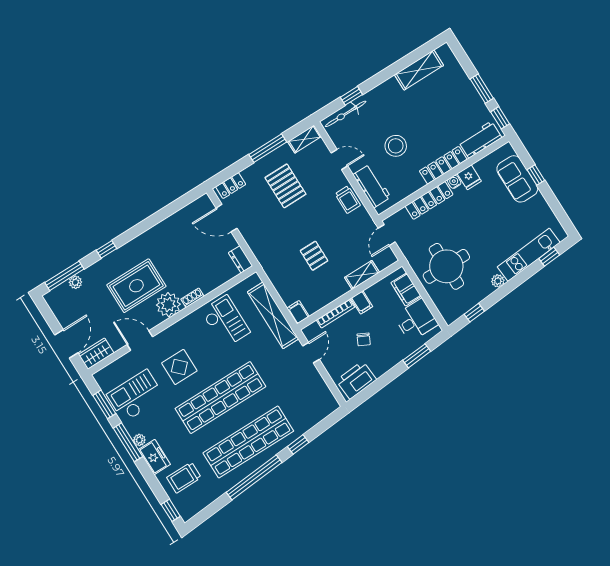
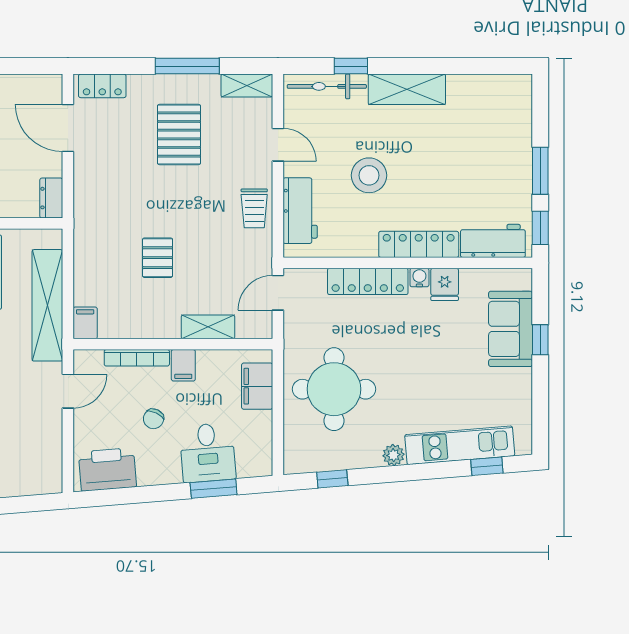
shelving: (419, 70) -> (407, 89), moved
desk: (416, 320) -> (208, 453), moved, turned 85

